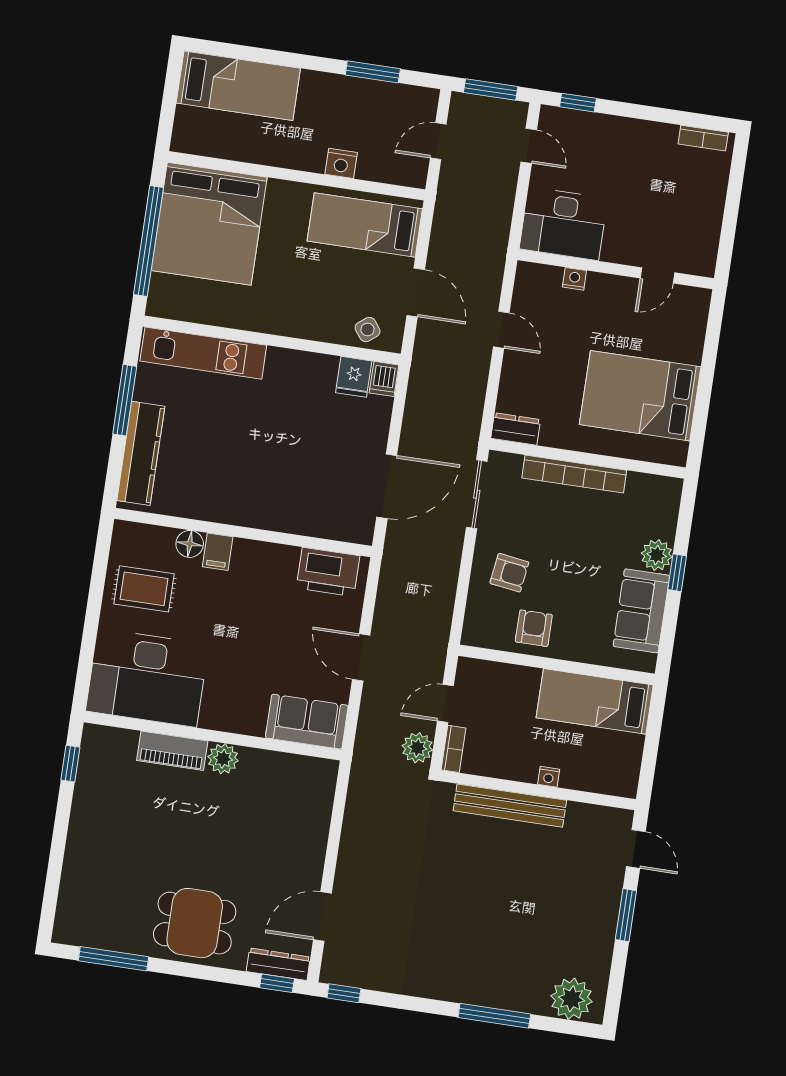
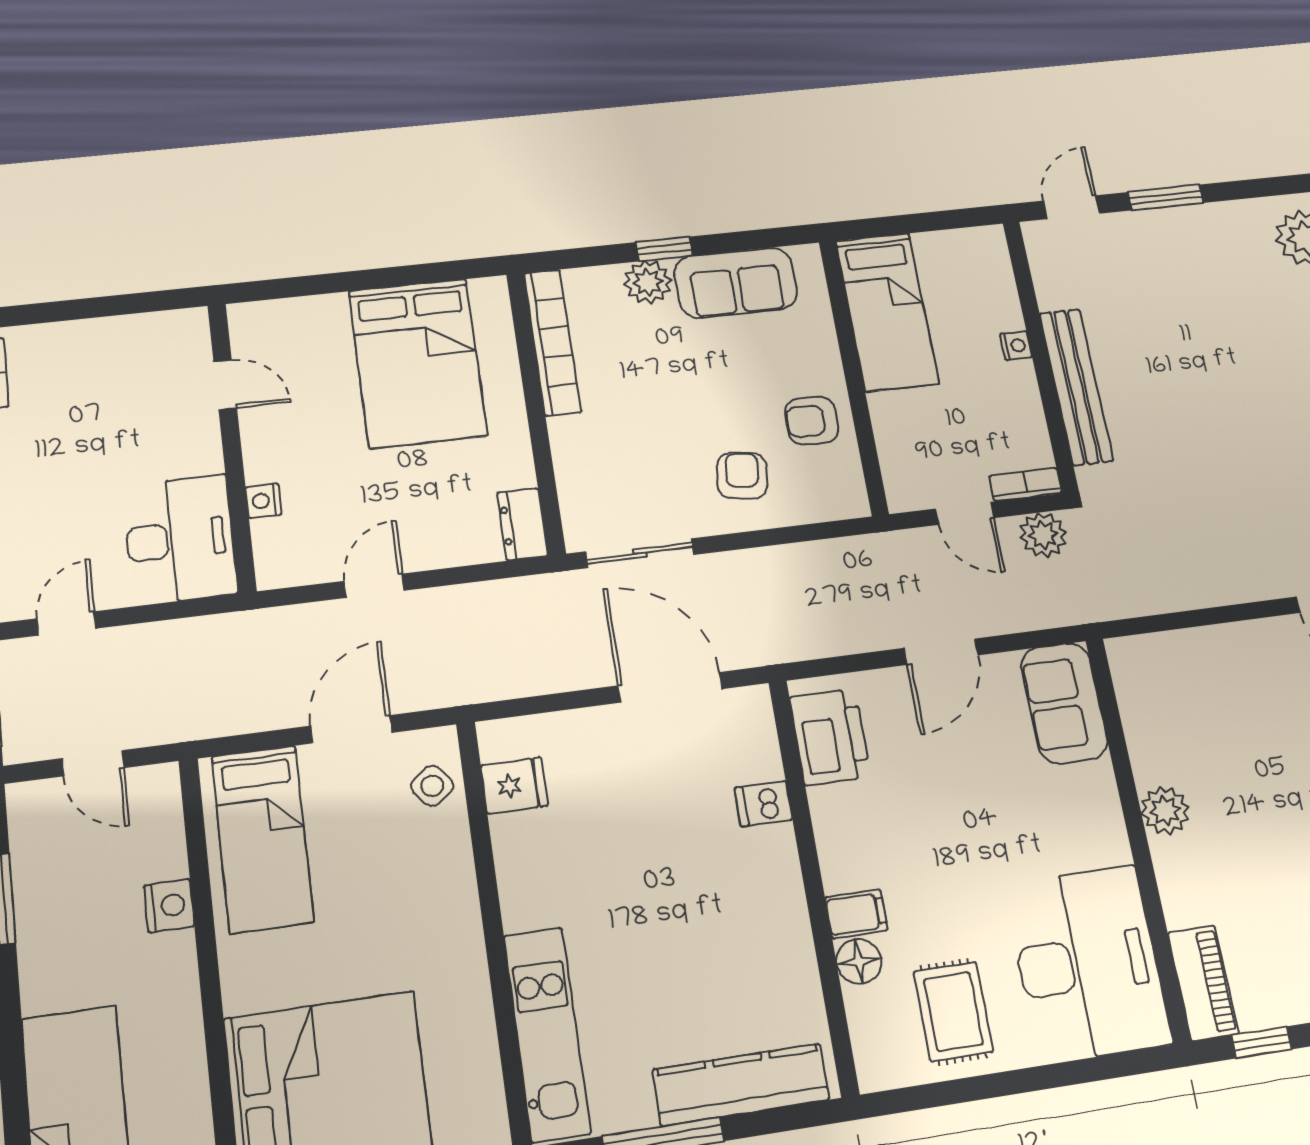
dishwasher: (384, 379) -> (763, 804), moved, turned 180
bookcase: (574, 474) -> (552, 342), moved
piano: (172, 751) -> (1203, 983), moved

